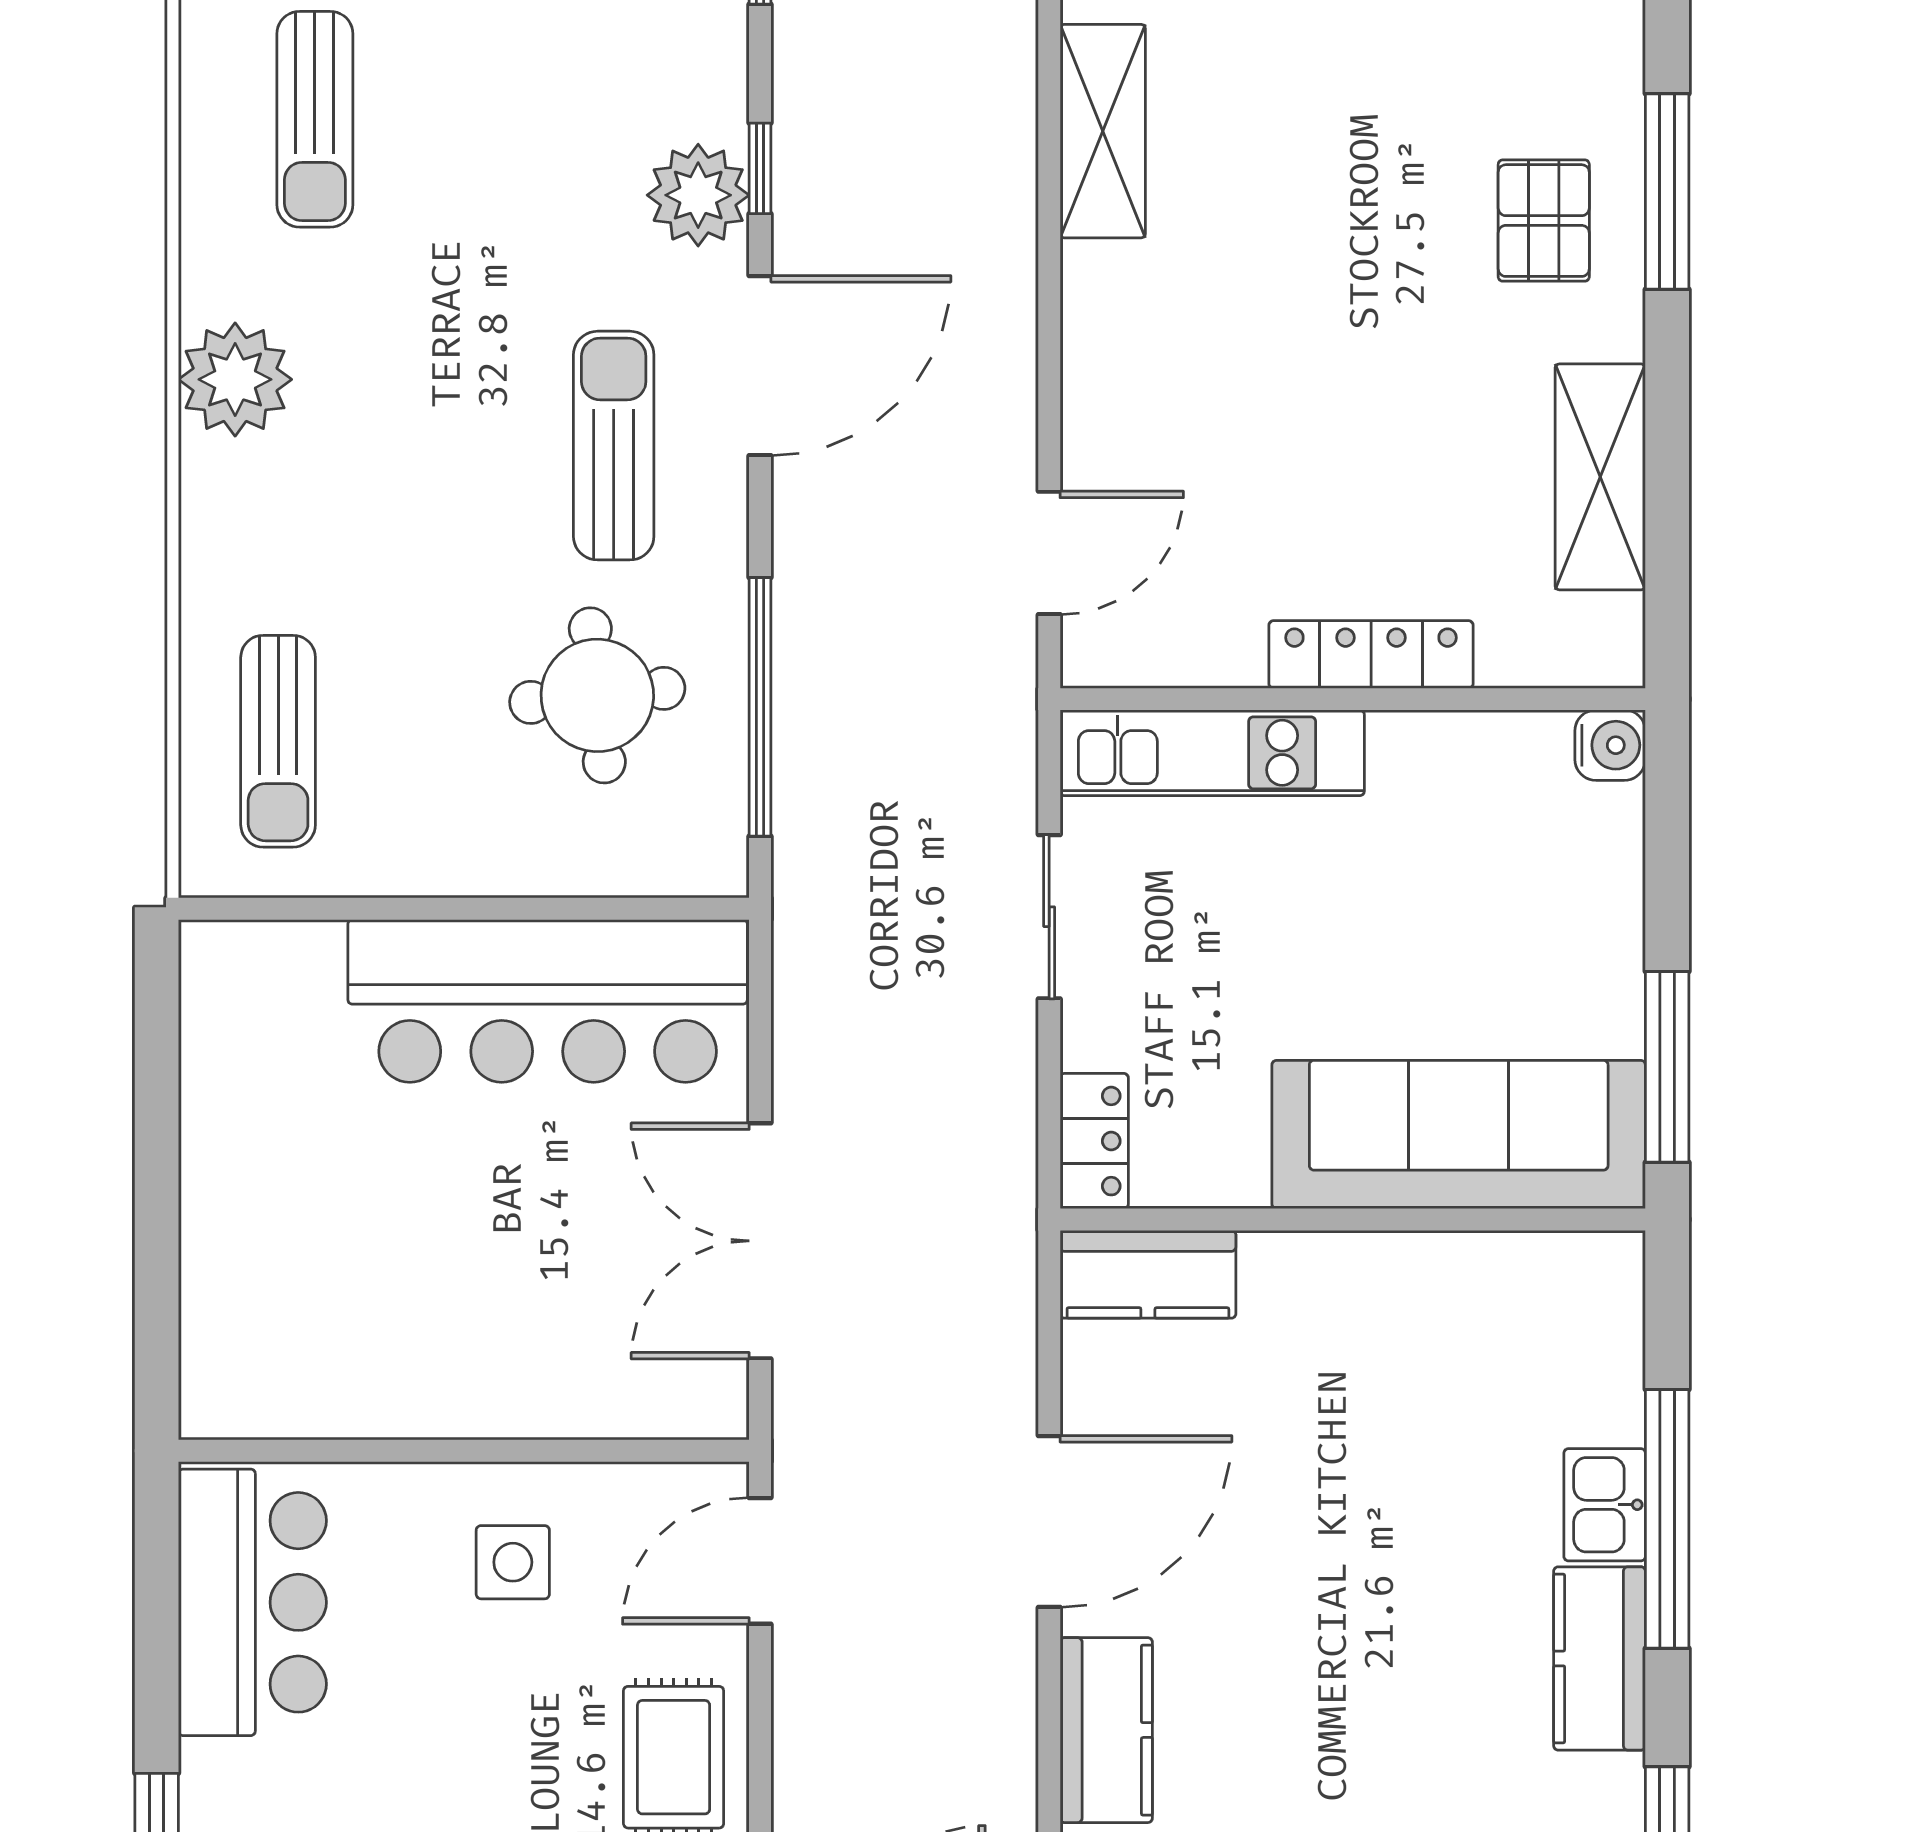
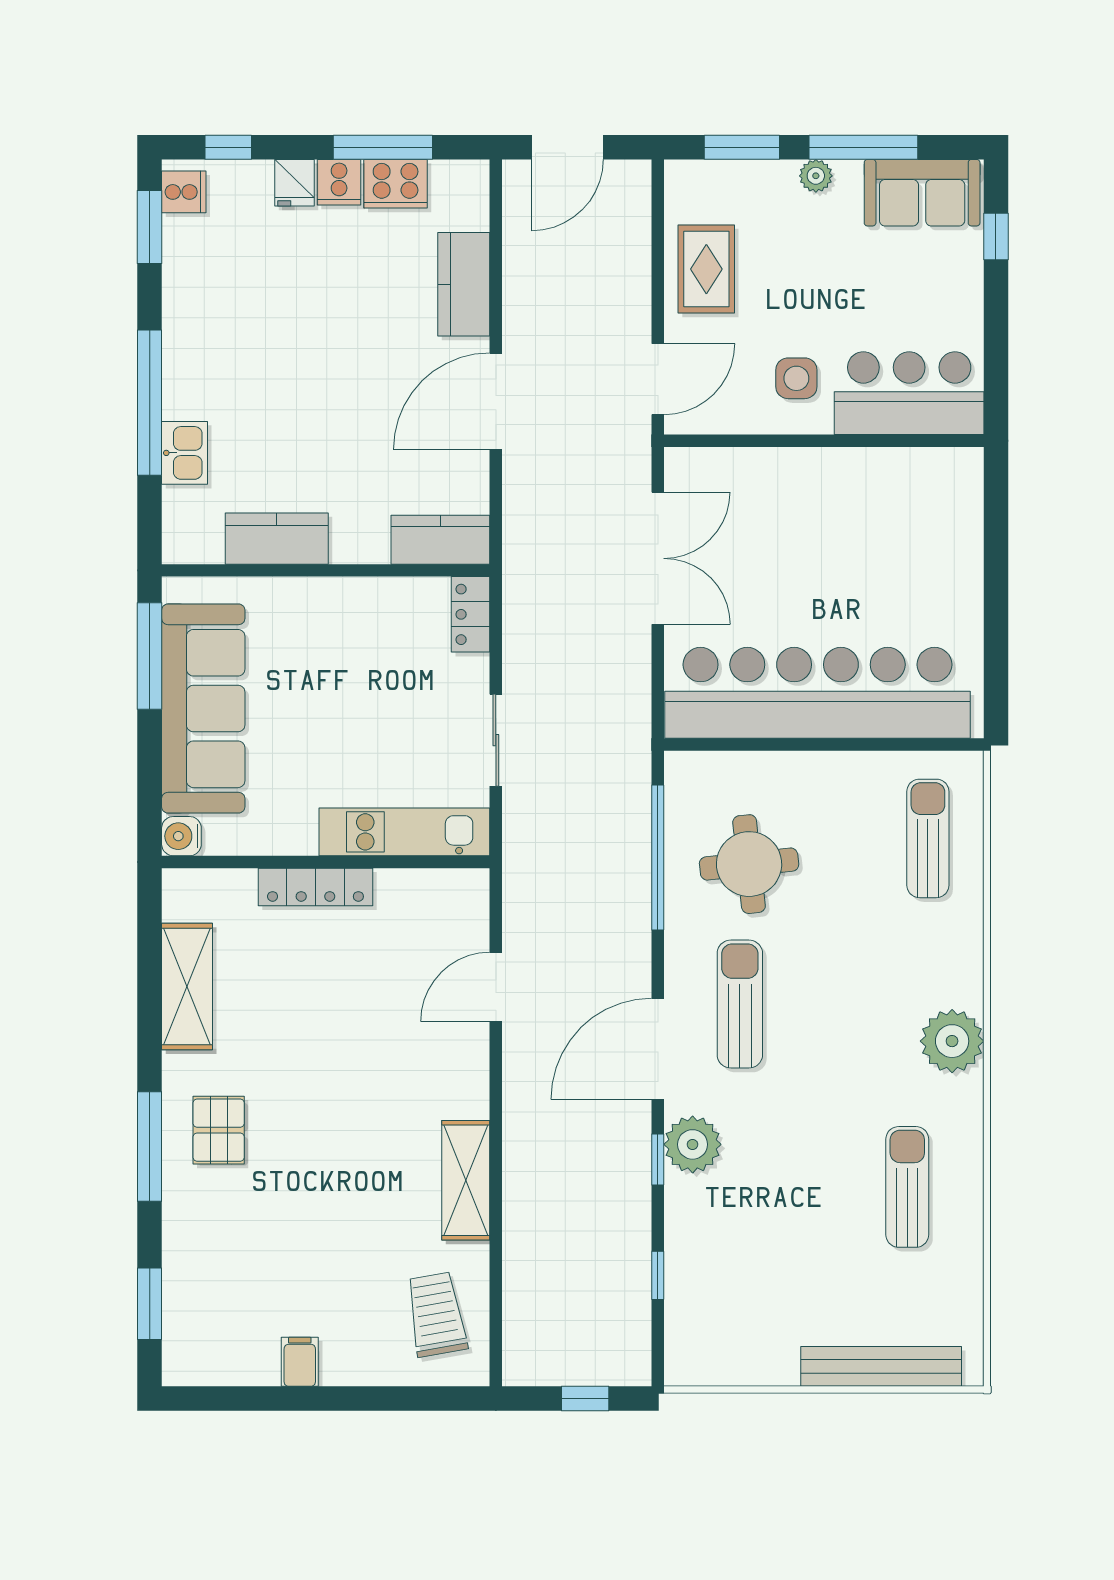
sun lounger: (614, 446) -> (740, 1004), turned 180
door: (1049, 553) -> (496, 987), moved
bar counter: (548, 1001) -> (818, 693), width x1.36
sofa: (1459, 1134) -> (203, 709), moved, turned -90
kitchen sink: (1605, 1505) -> (185, 453), moved
bar counter: (252, 1602) -> (909, 393), moved, turned 90
kitchen counter: (1600, 1658) -> (277, 539), moved, turned -90

